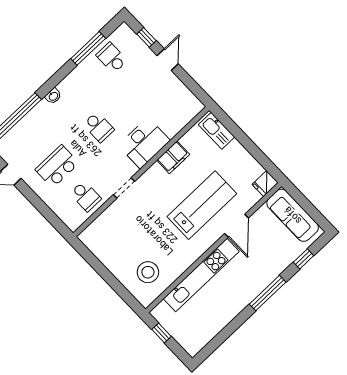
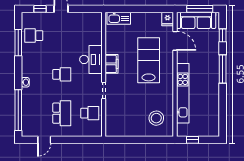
filing cabinet: (173, 157) -> (112, 64), moved
school desk: (57, 166) -> (62, 113), turned 180
window: (309, 208) -> (200, 9), added
door: (237, 226) -> (175, 41), moved

